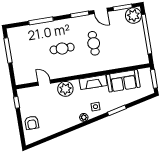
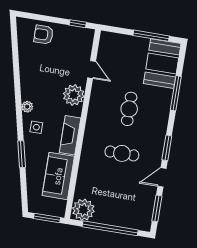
plant: (133, 16) -> (83, 210), moved
booth: (24, 37) -> (162, 64), added
door: (44, 83) -> (92, 70), hinge flipped

